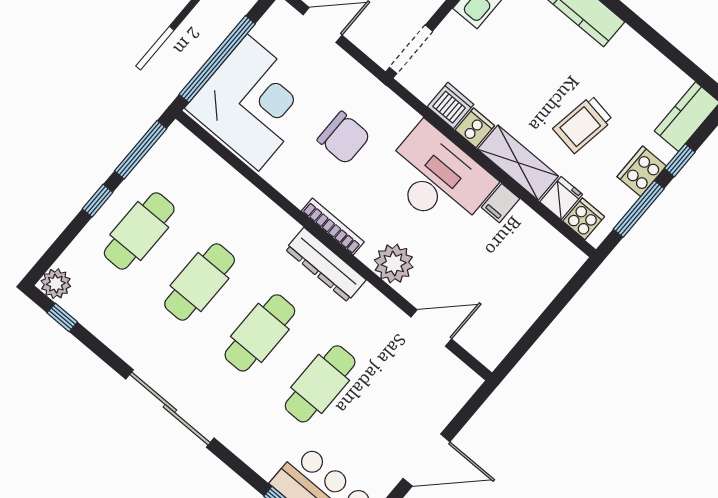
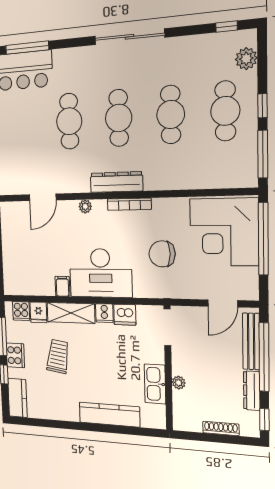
plant: (394, 264) -> (85, 206), width x0.53, depth x0.53
plant: (56, 284) -> (246, 59), moved

